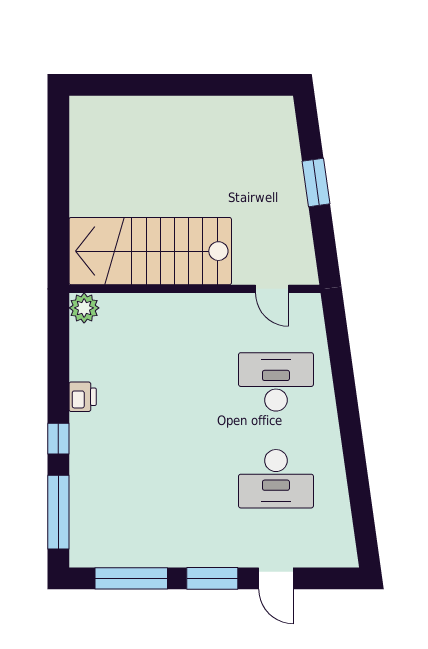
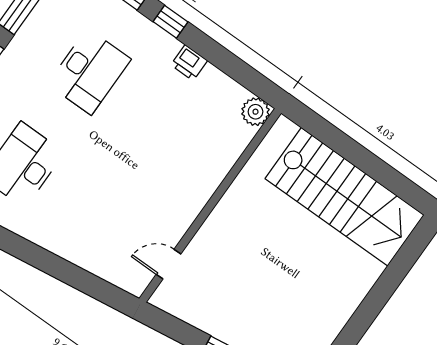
stairs: (150, 251) -> (345, 197), moved, turned 90
desk: (276, 382) -> (89, 72), moved

